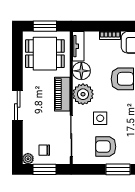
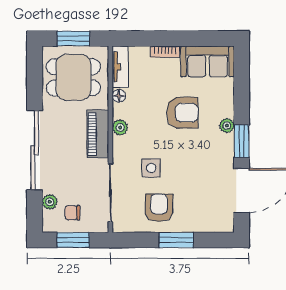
floor lamp: (81, 71) -> (119, 96), width x0.53, depth x0.53
plant: (83, 94) -> (120, 127), width x0.53, depth x0.53
sliding door: (17, 105) -> (35, 150), width x1.86
armchair: (106, 147) -> (159, 208), turned 90
plant: (28, 159) -> (50, 202), moved

